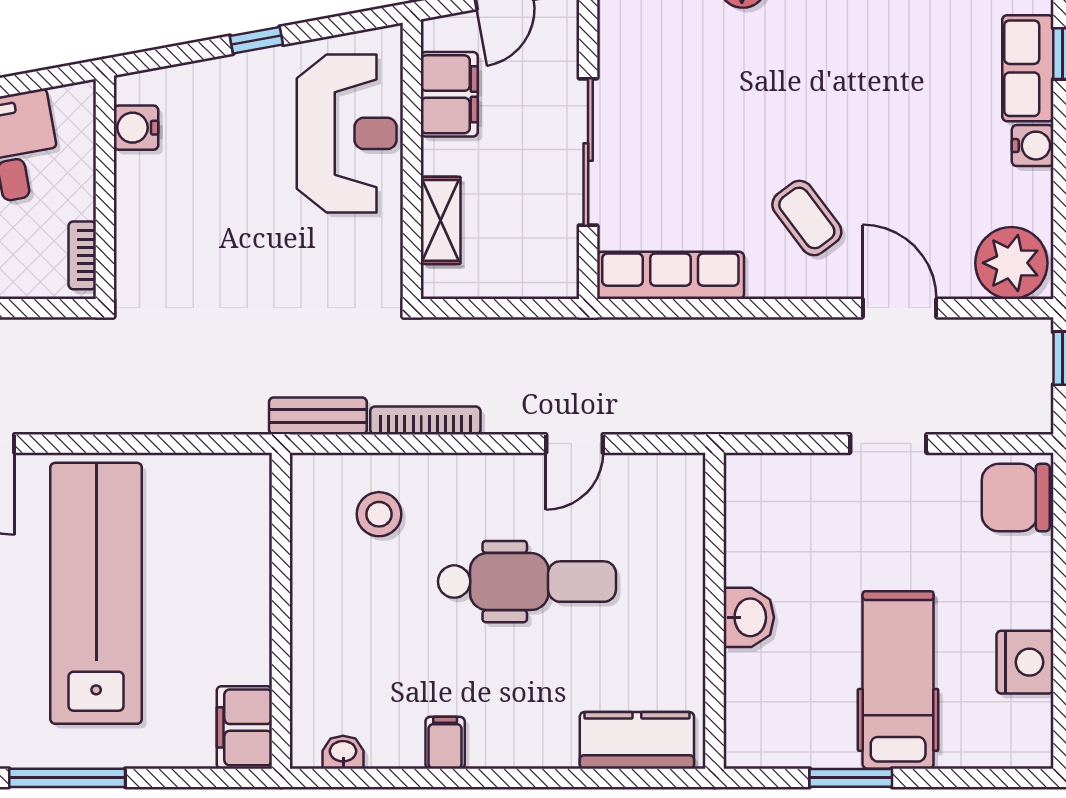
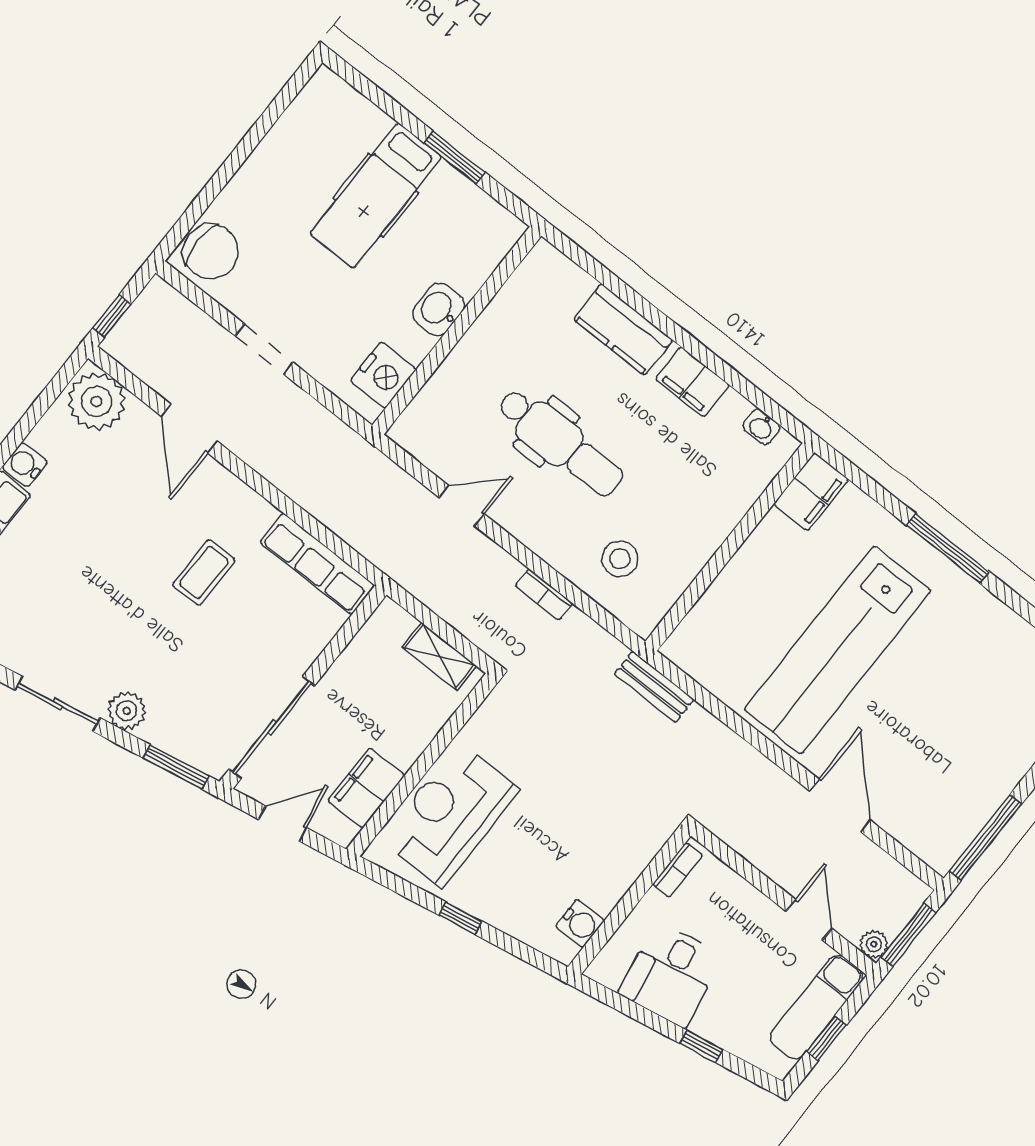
sliding door: (588, 152) -> (272, 727), moved
coffee table: (807, 218) -> (204, 573), moved, turned 37
shelving: (441, 220) -> (439, 656), moved, turned 90
bench: (318, 416) -> (654, 687), moved
bookcase: (425, 420) -> (544, 595), width x0.64
dental chair: (527, 582) -> (560, 443), turned 180
nightstand: (1025, 662) -> (383, 375), moved, turned 180
kitchen counter: (637, 740) -> (623, 329), moved
filing cabinet: (445, 743) -> (692, 382), width x2.00

